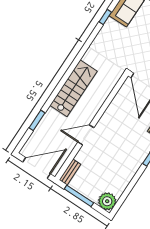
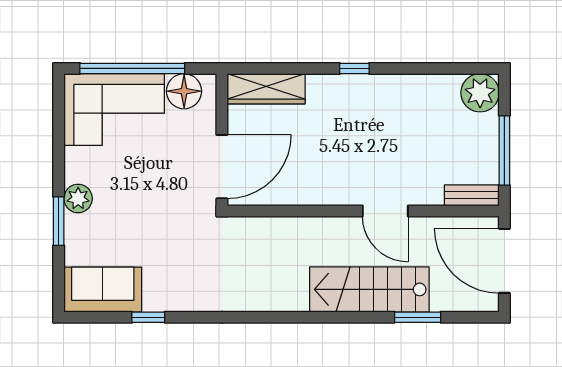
stairs: (74, 88) -> (369, 289), moved

